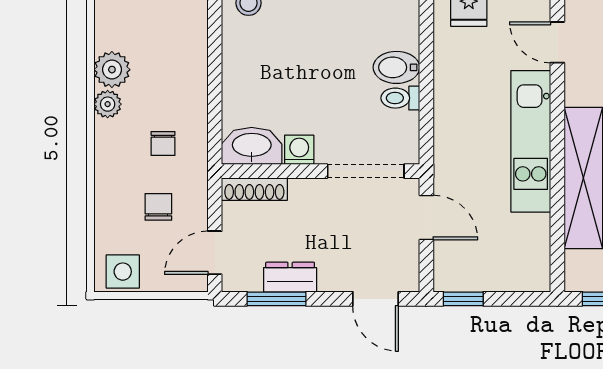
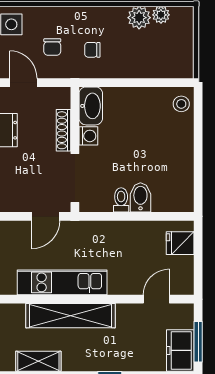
plant: (108, 104) -> (161, 15), moved
kitchen unit: (531, 141) -> (62, 282), moved
shoe rack: (254, 189) -> (64, 130), moved
chair: (158, 207) -> (52, 47), turned 90

